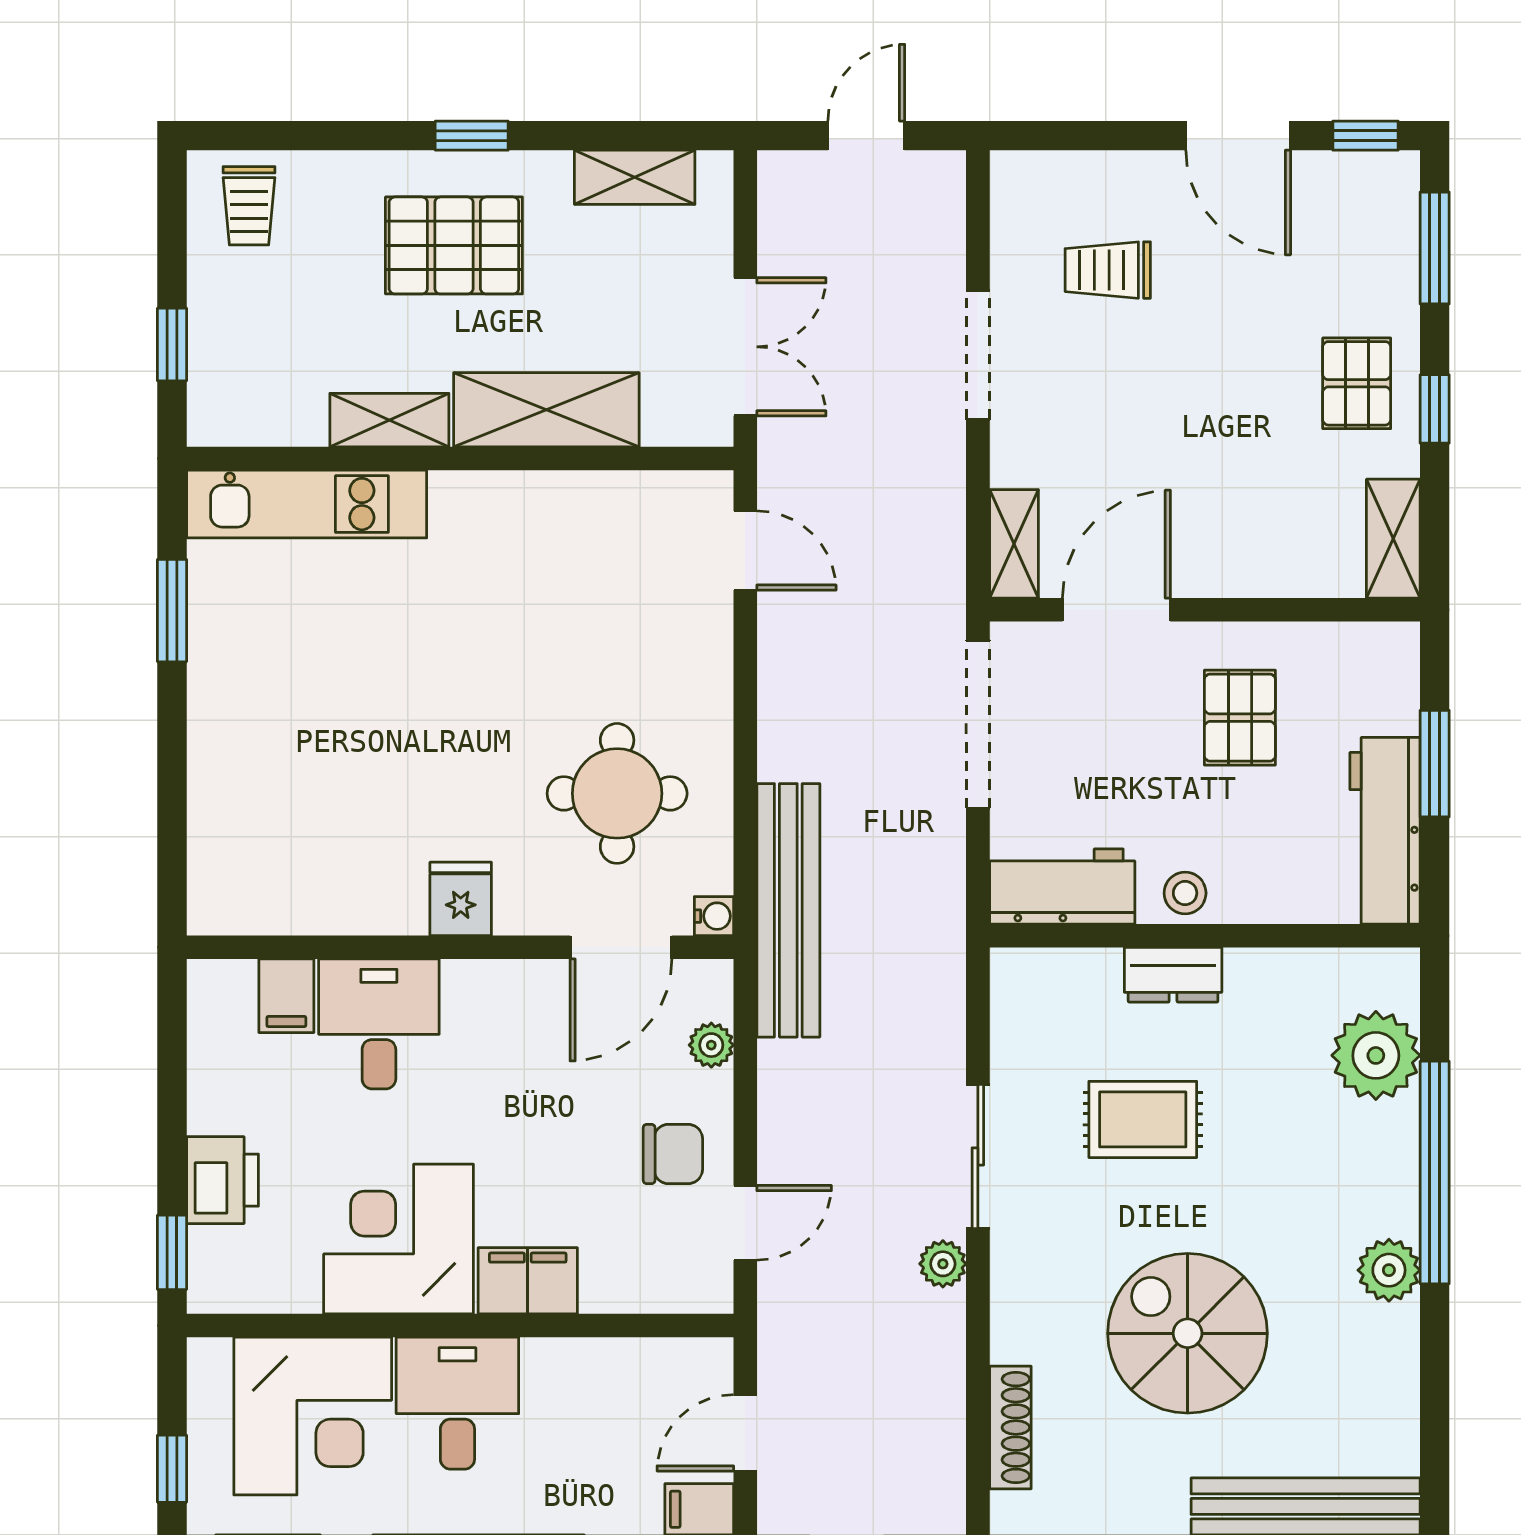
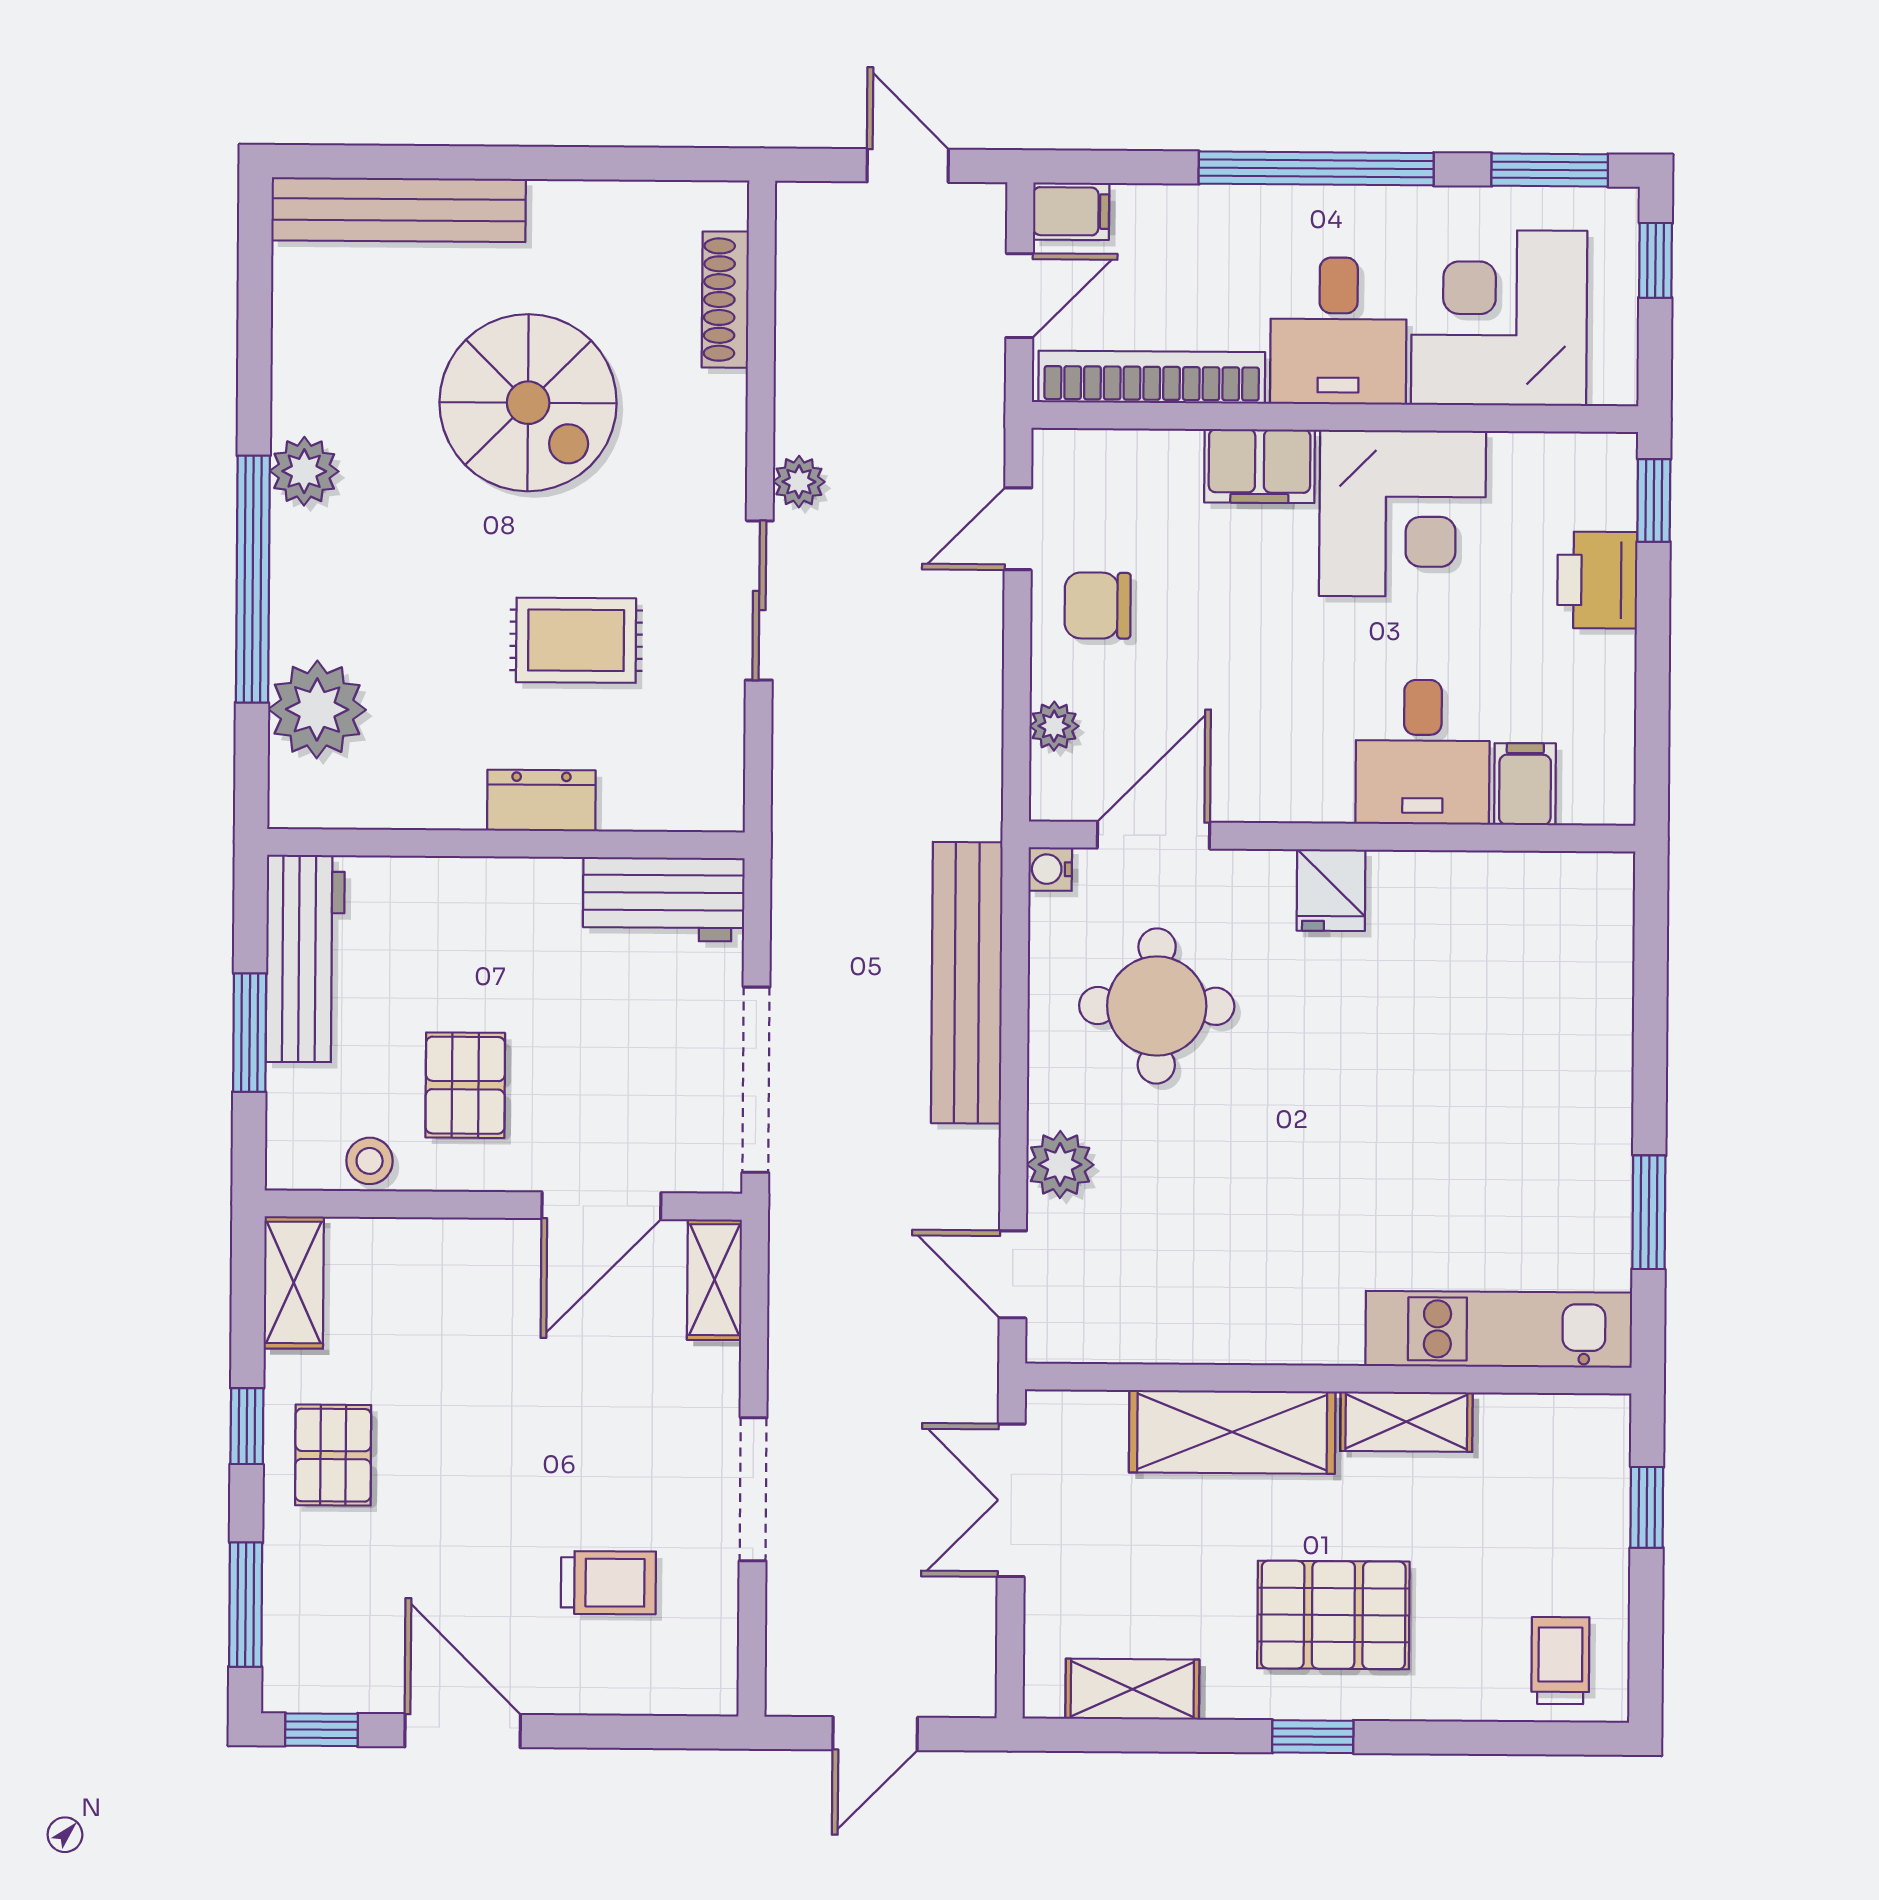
plant: (703, 650) -> (1060, 1165), added
stool: (1185, 893) -> (370, 1161), moved
bench: (788, 910) -> (967, 983), moved
bookcase: (625, 1360) -> (1152, 377), added

